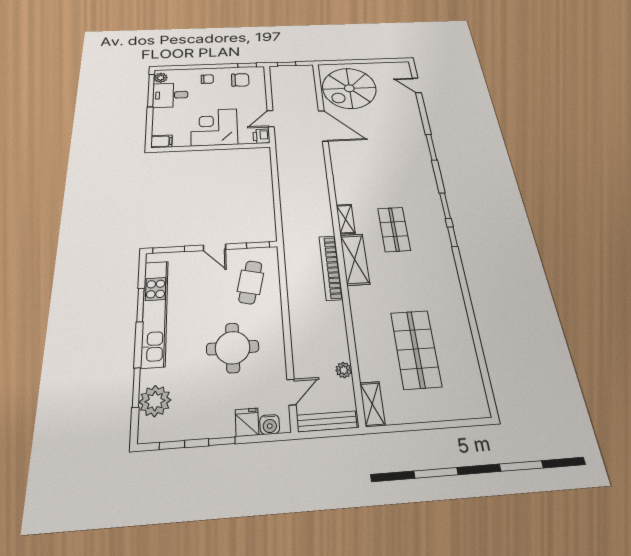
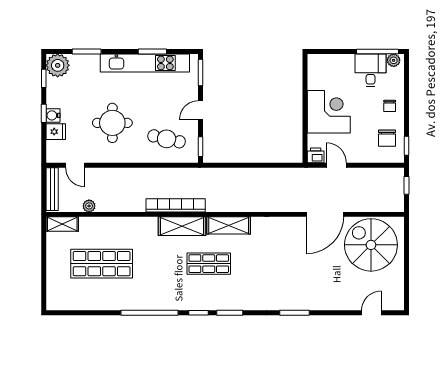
filing cabinet: (161, 141) -> (315, 63), removed
shelving: (346, 219) -> (229, 225), width x1.50, depth x1.33
window: (465, 289) -> (150, 313), added
plant: (155, 401) -> (58, 65), moved
water cooler: (270, 424) -> (53, 115), moved

